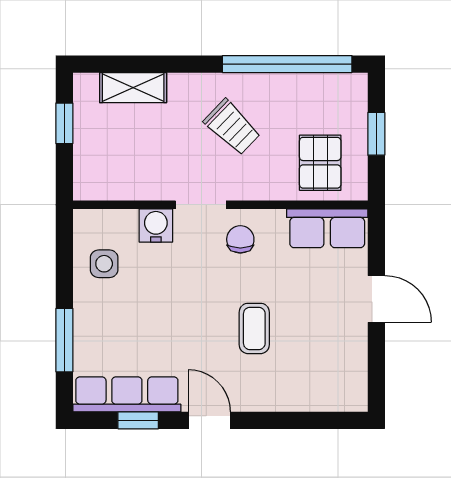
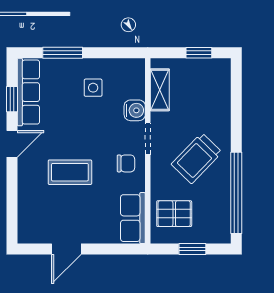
shelving: (133, 88) -> (160, 90), moved
trolley: (232, 127) -> (197, 158), width x1.36, depth x1.39
side table: (104, 264) -> (93, 88), moved
door: (376, 299) -> (66, 249), moved
coffee table: (254, 328) -> (70, 172), width x1.36, depth x1.30

